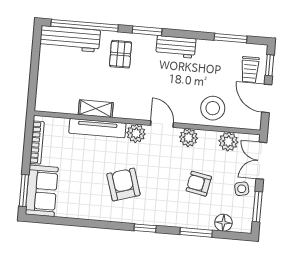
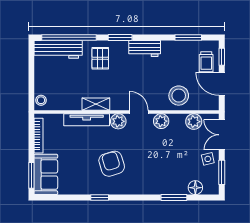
stool: (44, 99) -> (41, 100), added
shelving: (96, 109) -> (96, 104), moved
armchair: (199, 184) -> (173, 158), removed
window: (145, 228) -> (100, 198), moved

